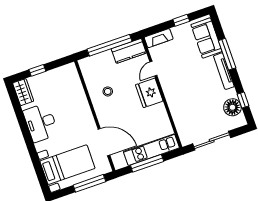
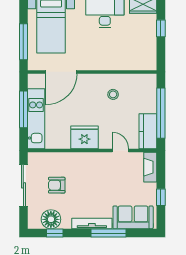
fridge: (149, 93) -> (84, 137), moved
armchair: (202, 112) -> (57, 185), added

